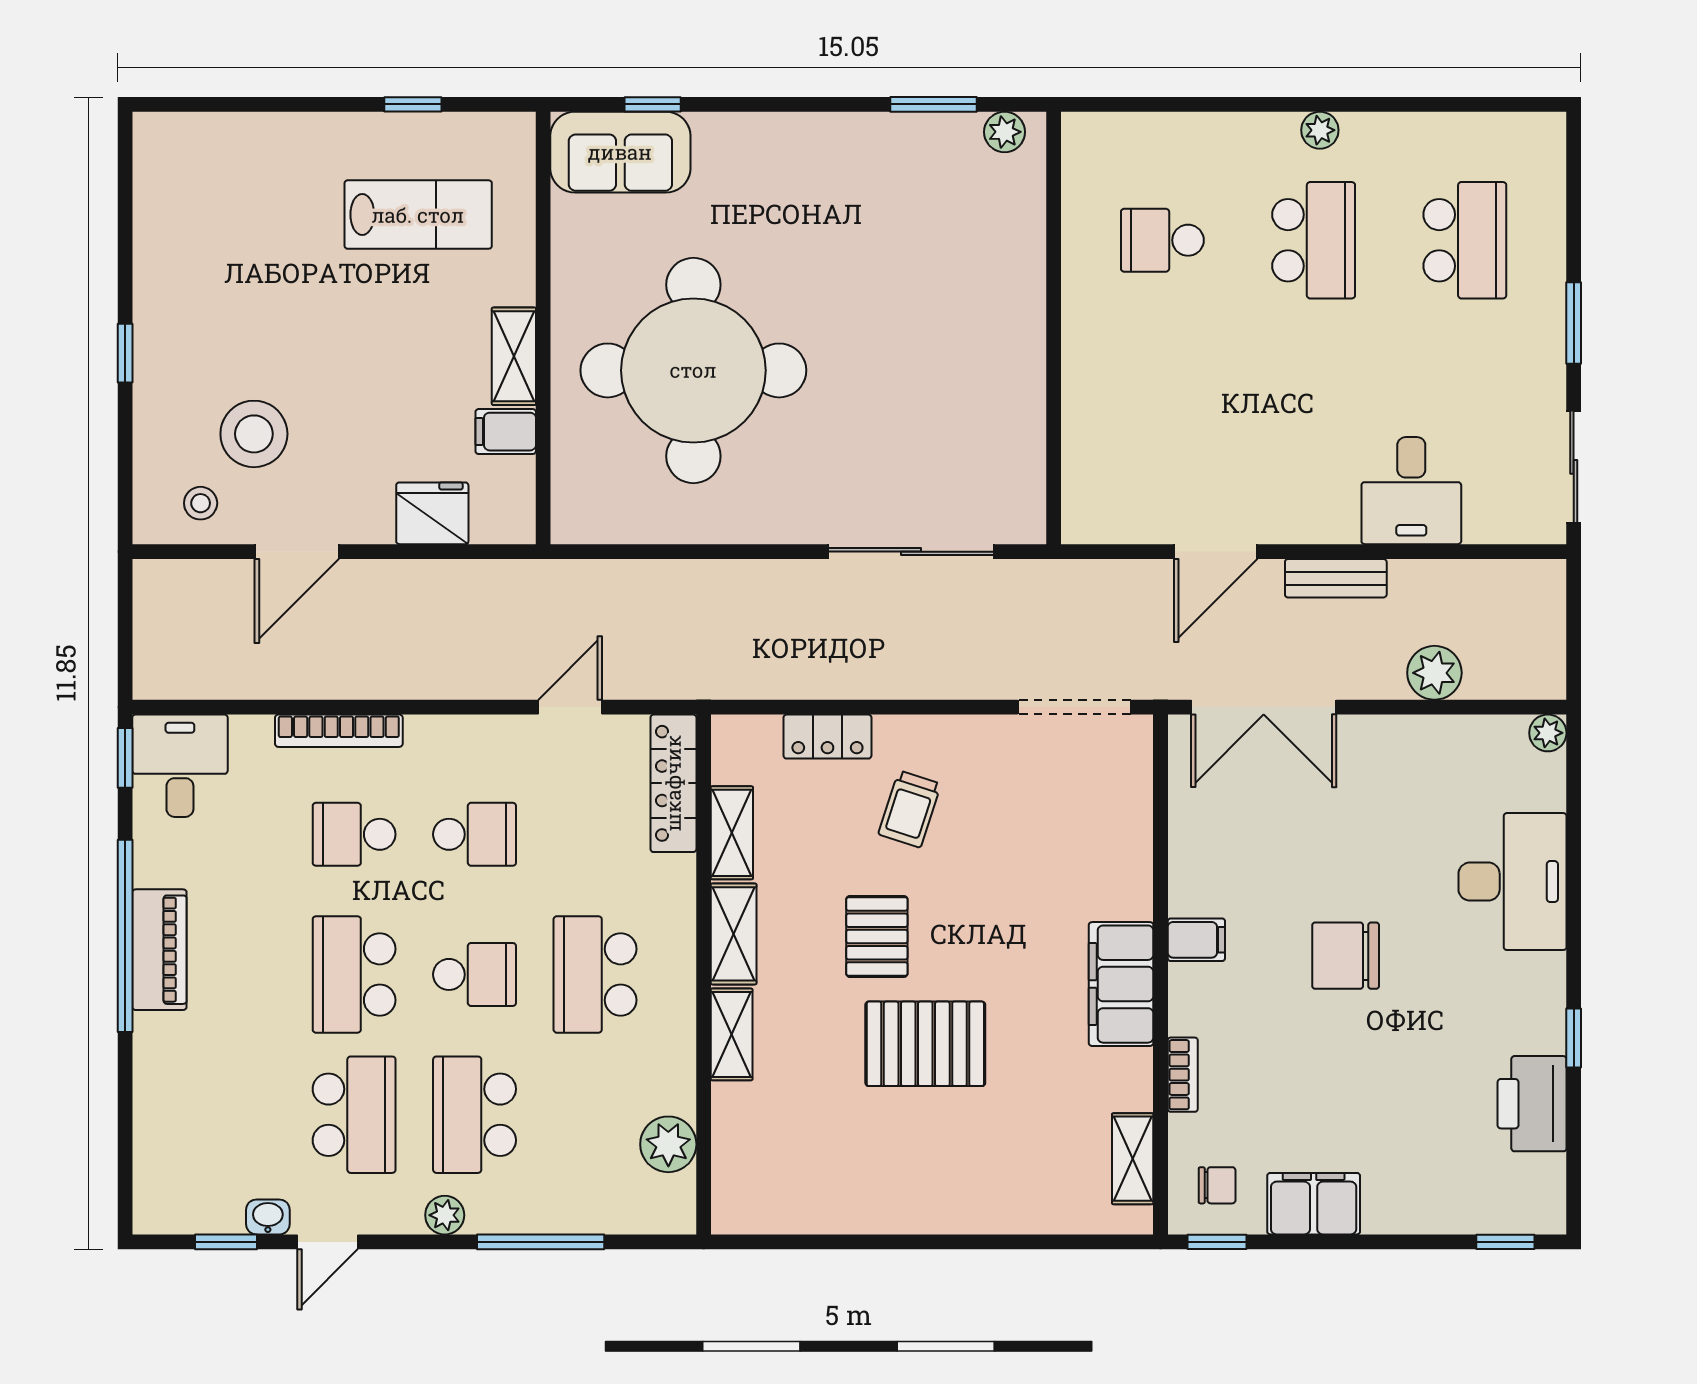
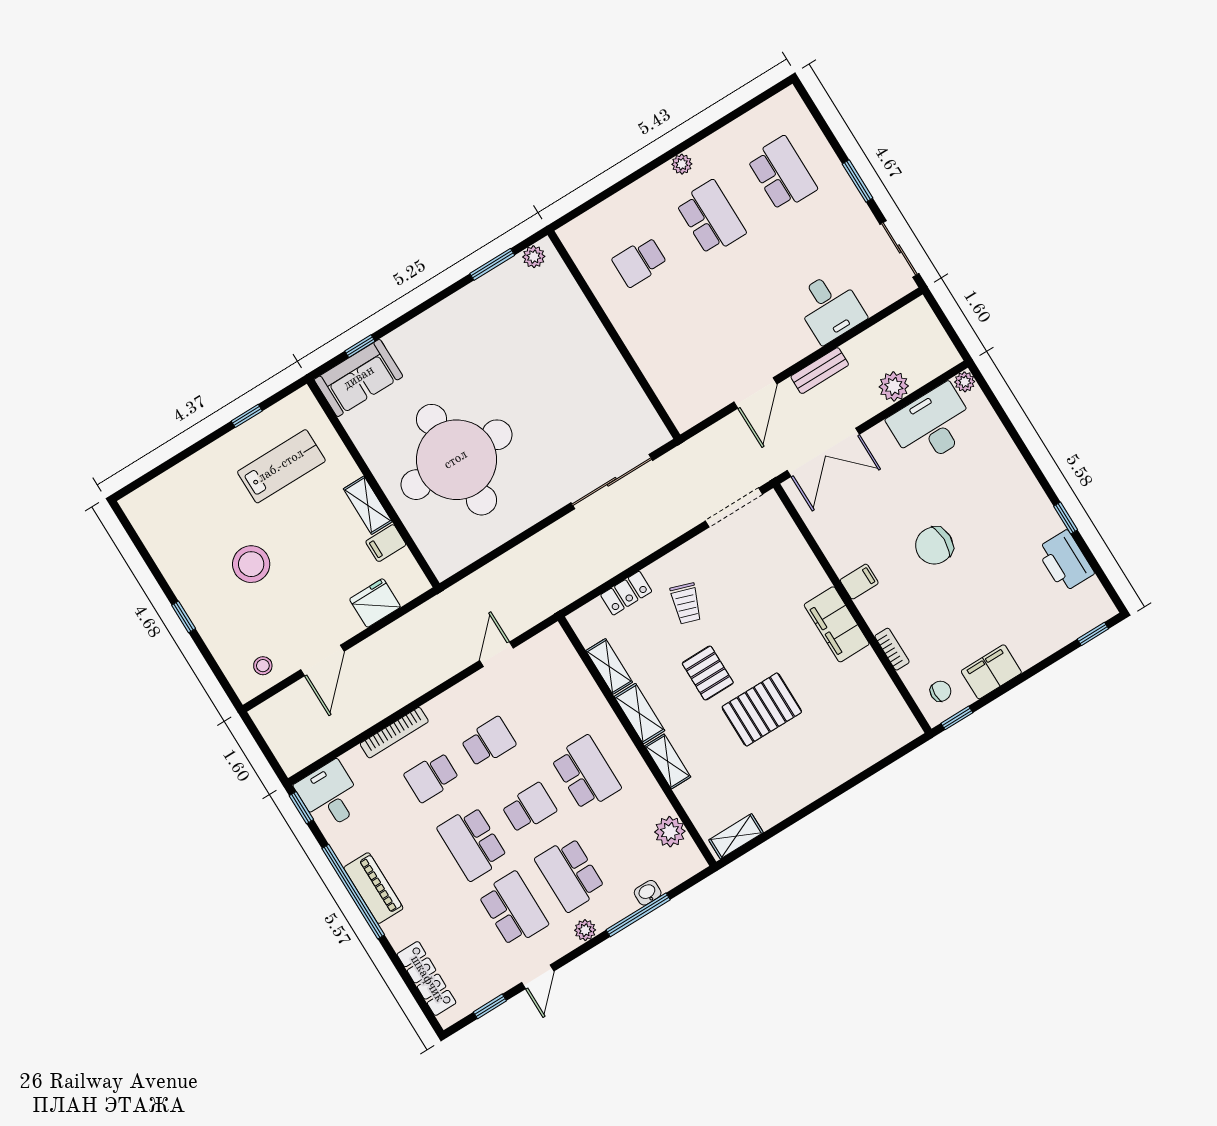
stool: (254, 434) -> (251, 564), moved
locker: (673, 783) -> (427, 979), moved, turned 180
desk: (1512, 882) -> (932, 425), moved, turned -90
school desk: (595, 974) -> (586, 773), turned 180
shelving: (1133, 1159) -> (736, 836), moved, turned 90
washbasin: (268, 1217) -> (648, 893), moved

